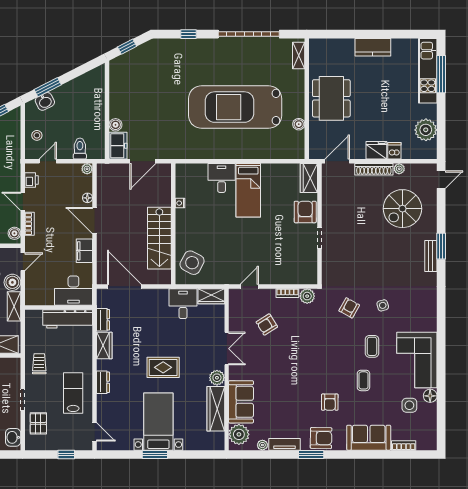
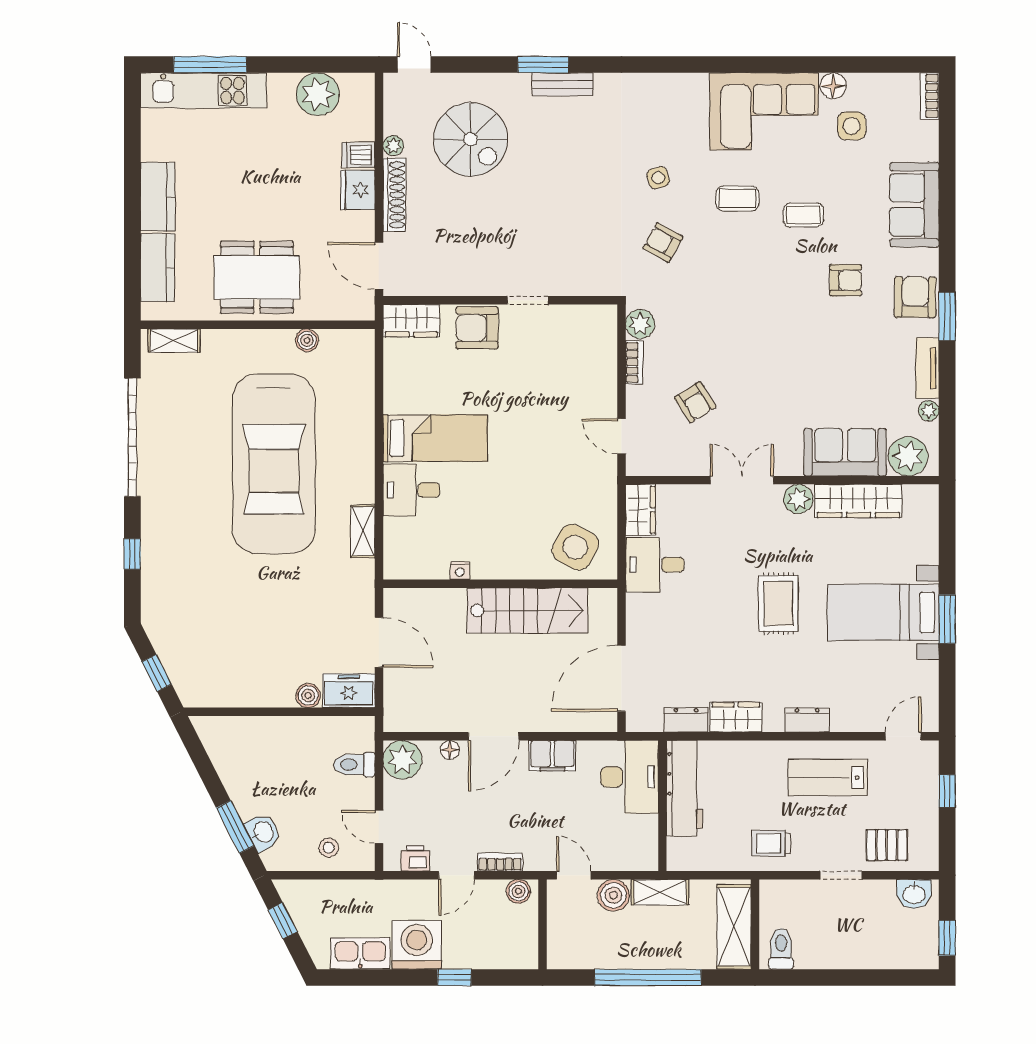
kitchen counter: (336, 47) -> (158, 267), added
shelving: (200, 153) -> (363, 531), added
plant: (87, 169) -> (402, 760), width x1.88, depth x1.88
bookcase: (404, 446) -> (930, 96), moved

